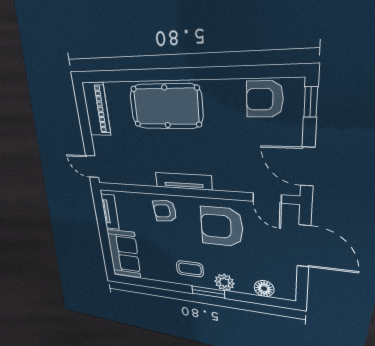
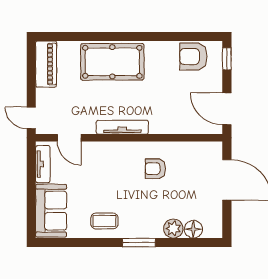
door: (267, 198) -> (69, 138), moved
armchair: (165, 211) -> (102, 158), removed
armchair: (222, 227) -> (155, 169), width x0.53, depth x0.53
coffee table: (190, 269) -> (104, 221), moved
plant: (224, 282) -> (173, 229), moved

